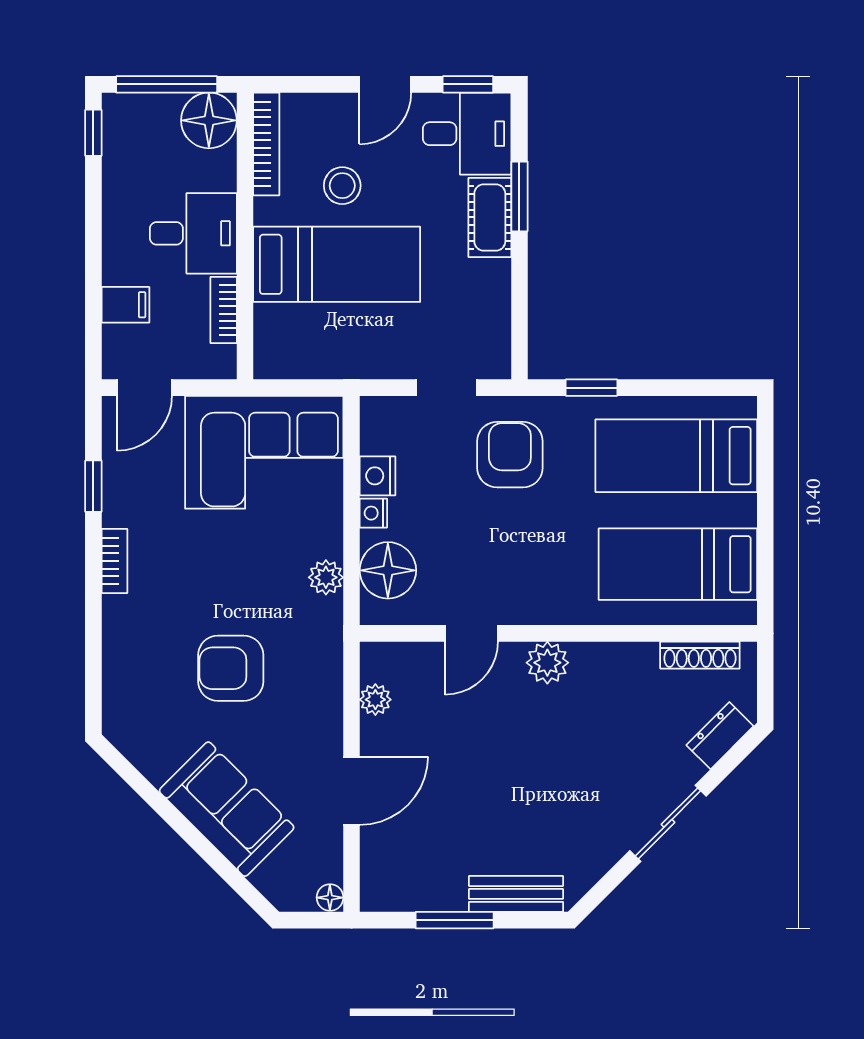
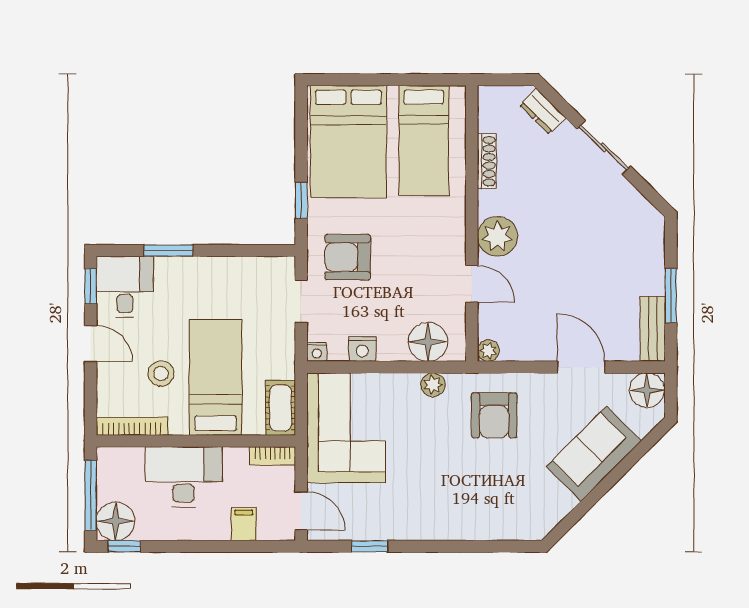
floor lamp: (209, 120) -> (116, 521), moved
cot: (490, 217) -> (281, 408), moved, turned 90
desk: (193, 233) -> (184, 477), width x1.37
bookcase: (224, 310) -> (272, 456), moved
bed: (676, 456) -> (348, 142), width x1.50
nightstand: (373, 513) -> (317, 352), moved
bookcase: (114, 561) -> (422, 532), removed
shoe rack: (700, 655) -> (487, 161), moved
plant: (547, 663) -> (497, 236), width x1.36, depth x1.36
armchair: (231, 668) -> (494, 415), moved
plant: (375, 700) -> (488, 351), moved
bench: (516, 894) -> (653, 329), moved
floor lamp: (330, 898) -> (647, 390), width x1.89, depth x1.89

